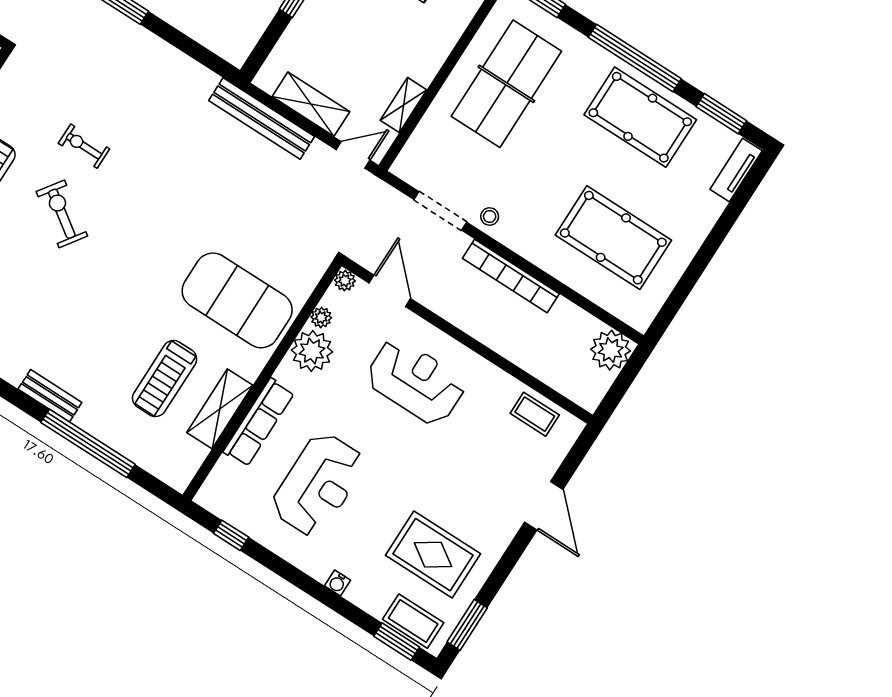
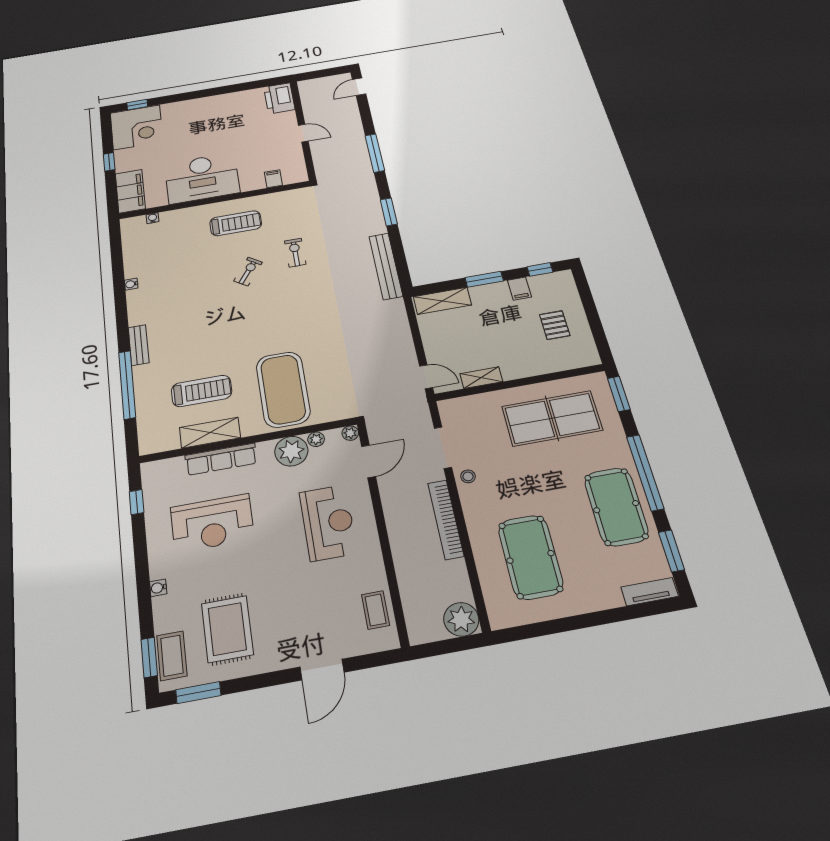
shelving: (311, 104) -> (442, 301), moved, turned 90
bench: (262, 118) -> (386, 266), moved
exercise bike: (62, 214) -> (248, 272), width x0.73, depth x0.72
treadmill: (165, 379) -> (202, 391), turned 180

